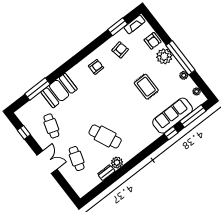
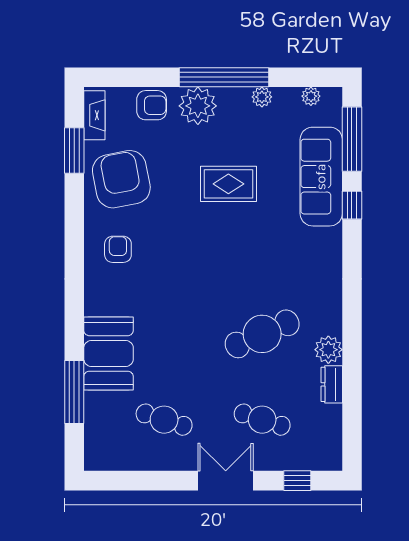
armchair: (120, 50) -> (121, 179), width x1.88, depth x1.88
window: (24, 132) -> (297, 481), moved

